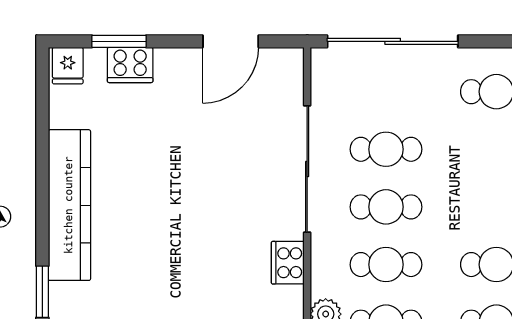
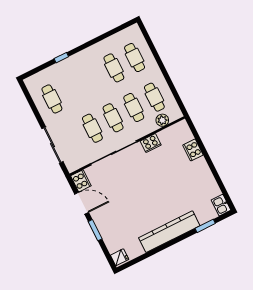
window: (119, 41) -> (95, 230), moved
sliding door: (393, 41) -> (53, 145), width x0.73
cooker: (130, 65) -> (81, 181), moved

